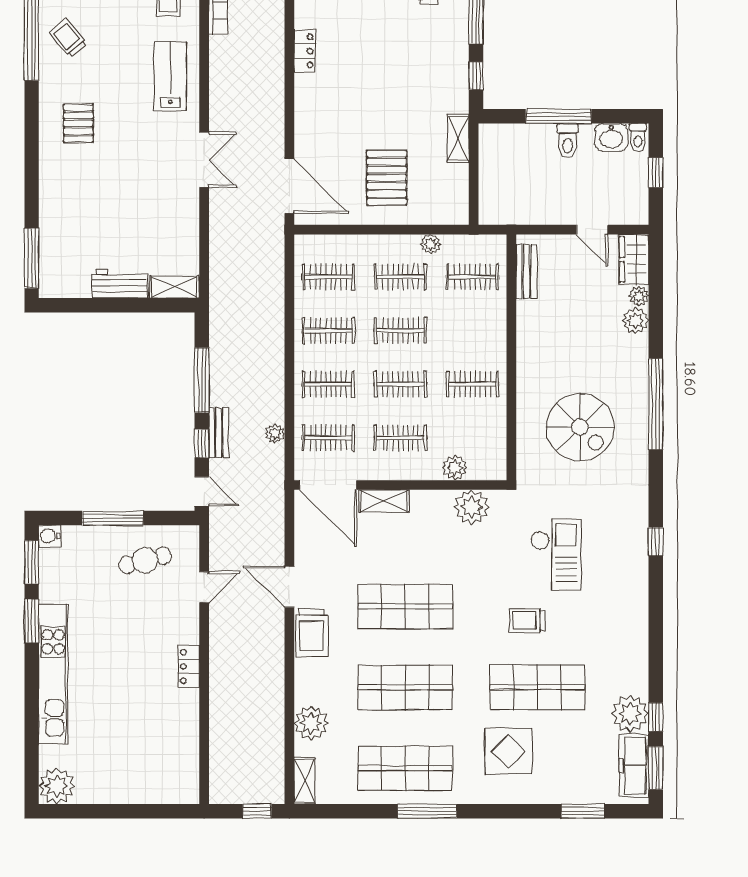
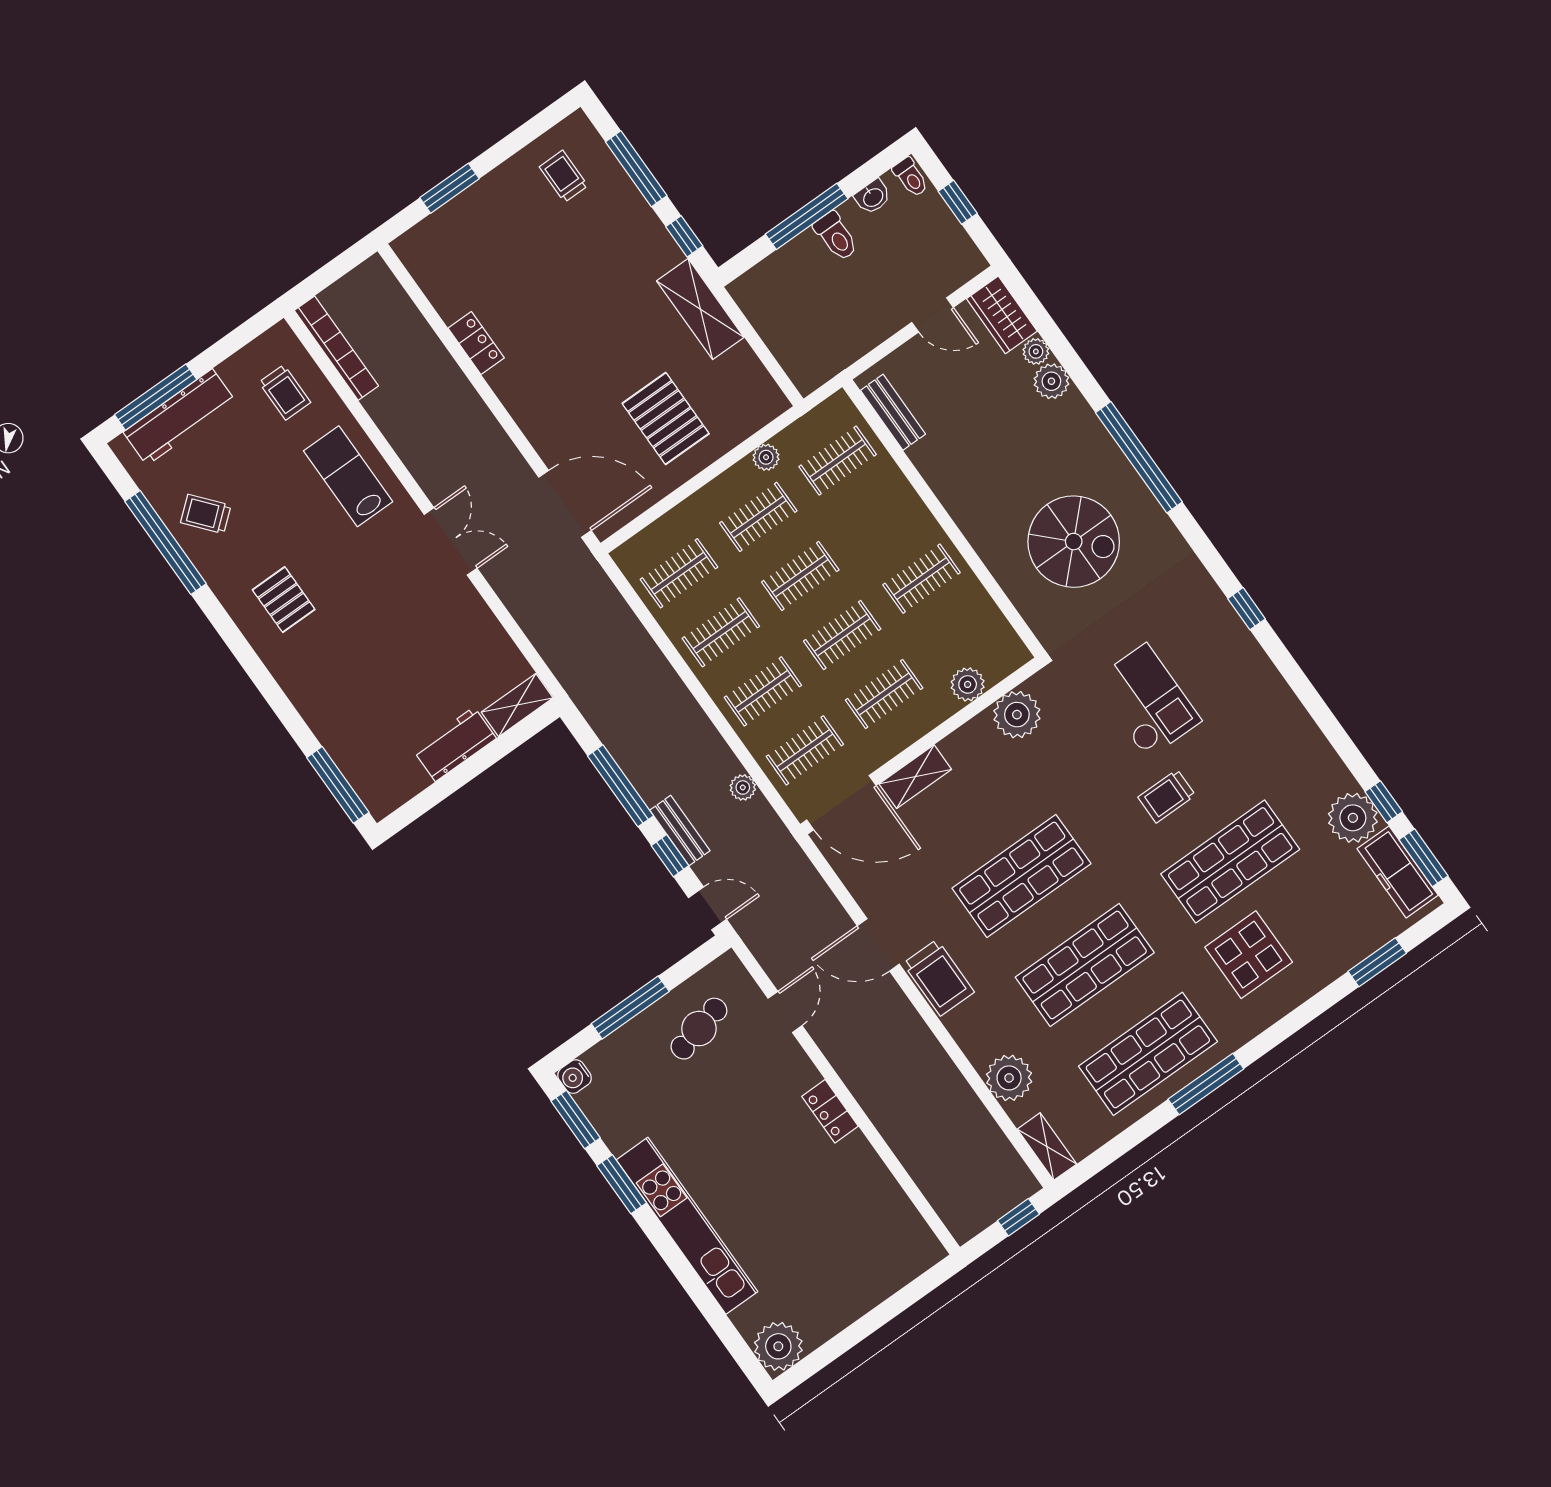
washbasin: (611, 137) -> (873, 197), width x0.72, depth x0.69
shelving: (458, 139) -> (700, 309), width x1.50, depth x1.33

